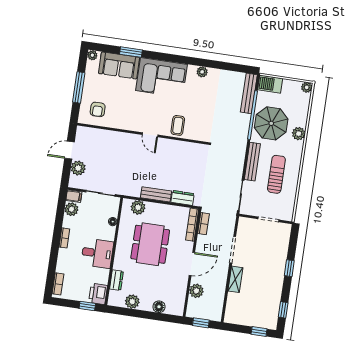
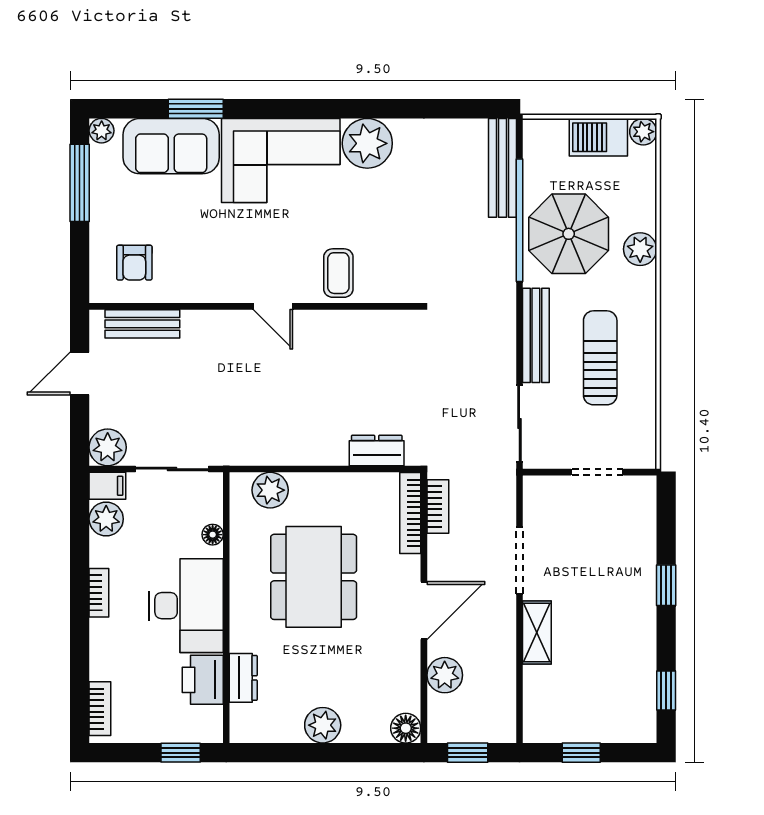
plant: (202, 72) -> (367, 143), width x1.87, depth x1.87
barbecue: (270, 84) -> (598, 137), moved
window: (79, 87) -> (80, 183), moved
plant: (78, 168) -> (108, 447), moved
bench: (156, 194) -> (142, 324), moved
desk: (97, 253) -> (186, 606), width x1.37
printer: (98, 294) -> (203, 680), moved
plant: (132, 302) -> (323, 725), moved
floor lamp: (159, 307) -> (406, 728), moved
window: (259, 331) -> (581, 753), moved

